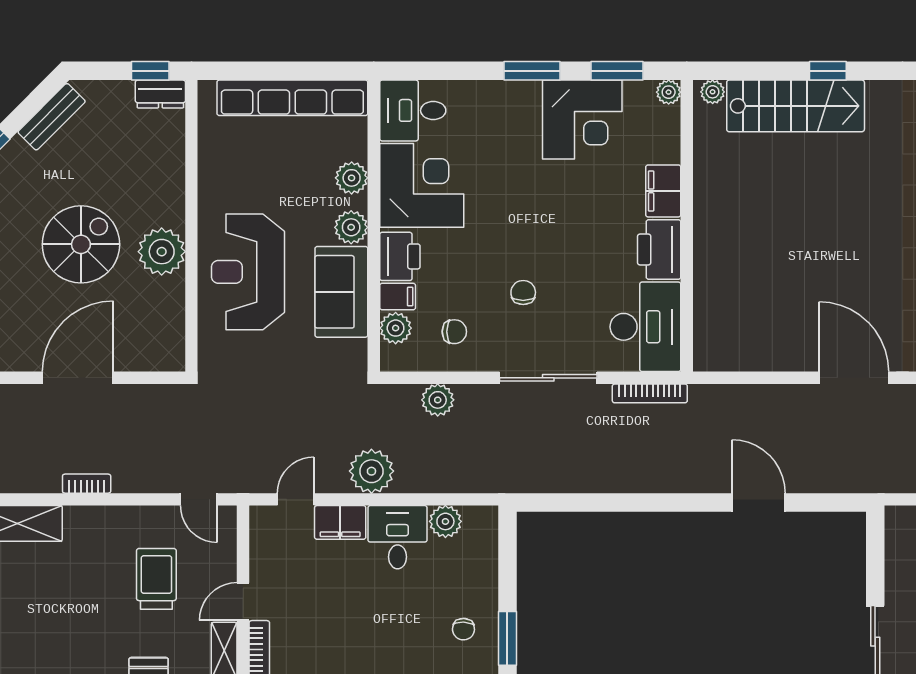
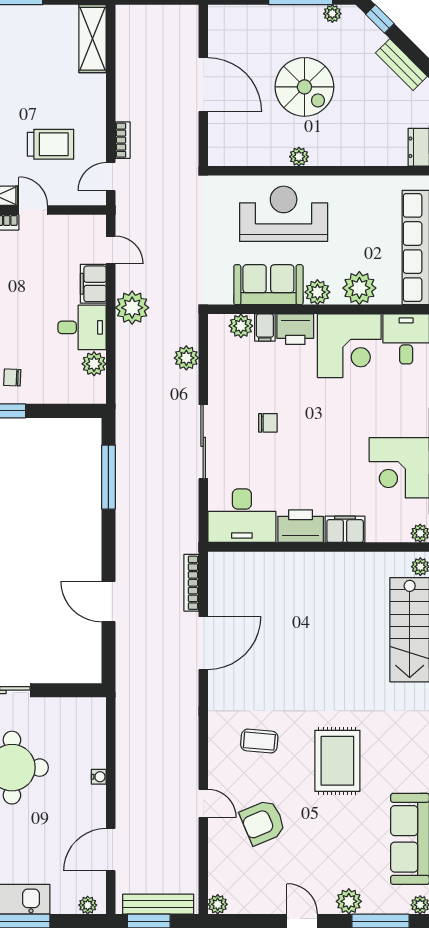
plant: (352, 178) -> (359, 288), width x1.36, depth x1.36
plant: (162, 252) -> (299, 157), width x0.53, depth x0.53
chair: (454, 332) -> (238, 371), removed
door: (854, 378) -> (203, 643), moved
bookcase: (650, 393) -> (191, 583), moved
bookcase: (87, 484) -> (123, 140), moved
window: (595, 502) -> (108, 477), added
door: (759, 502) -> (108, 602), swing flipped

